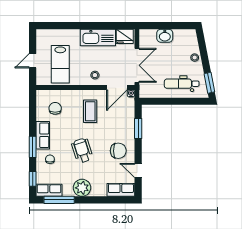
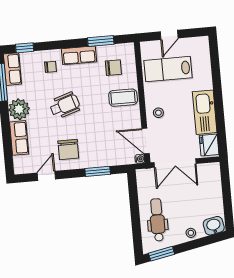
washbasin: (165, 36) -> (214, 226), moved, turned 79
door: (33, 61) -> (169, 35), swing flipped
coffee table: (90, 111) -> (123, 98), moved
window: (33, 147) -> (101, 41), moved
row of seats: (121, 190) -> (19, 138), moved

